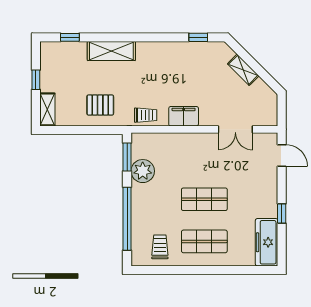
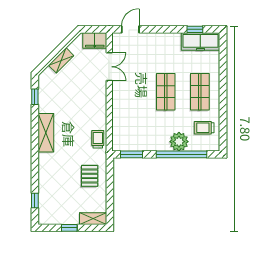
shelving: (111, 51) -> (46, 133), moved
filing cabinet: (184, 116) -> (95, 41), moved, turned -90
plant: (143, 171) -> (179, 142), moved
window: (282, 214) -> (195, 29), moved

